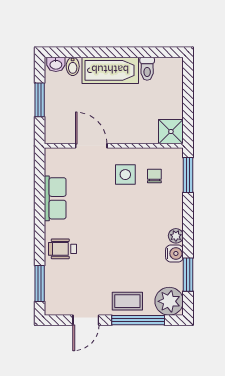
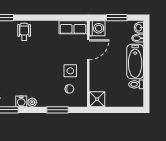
washing machine: (57, 131) -> (97, 28), added
window: (188, 175) -> (57, 110), moved
row of seats: (55, 198) -> (73, 27), moved

